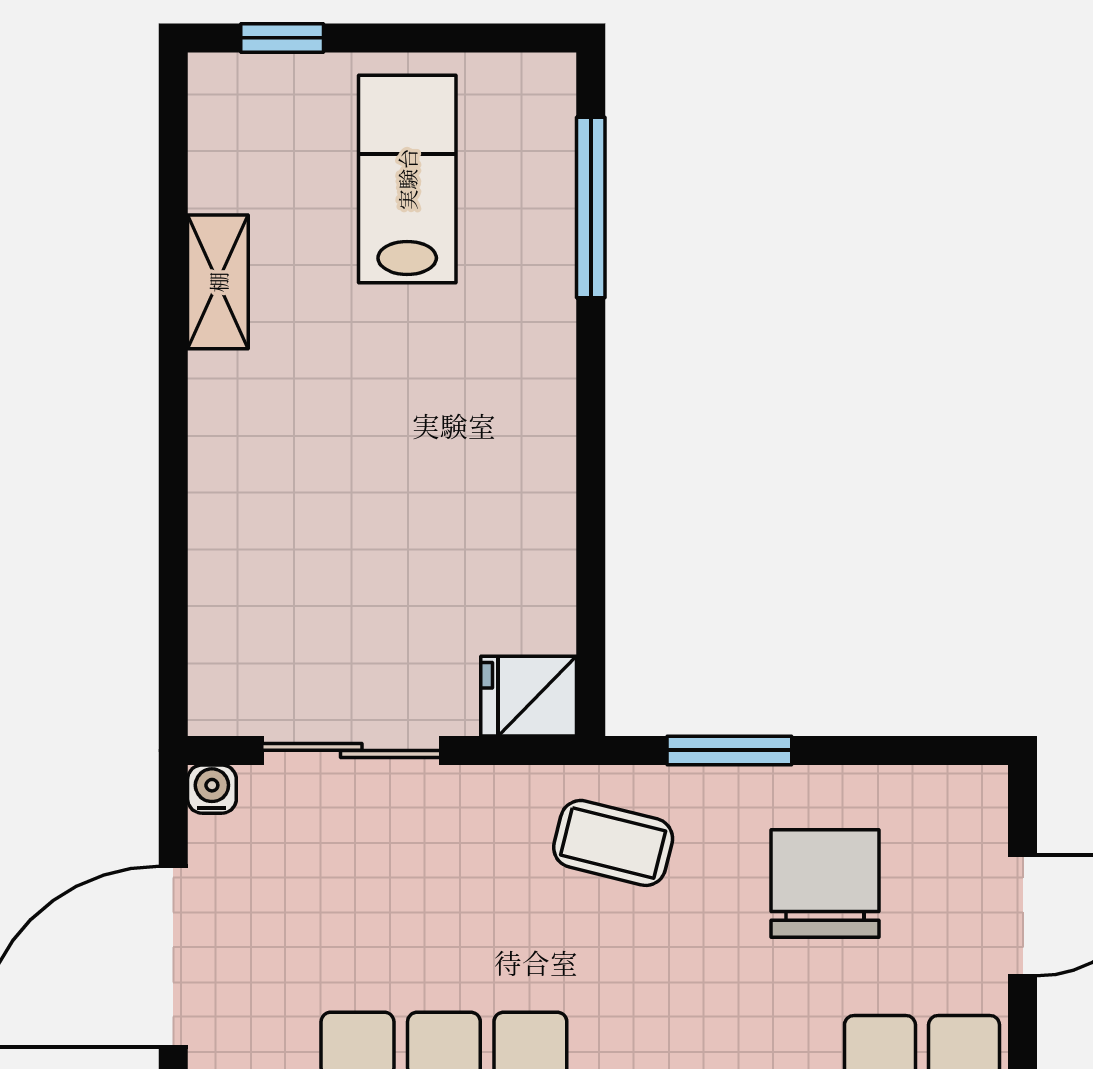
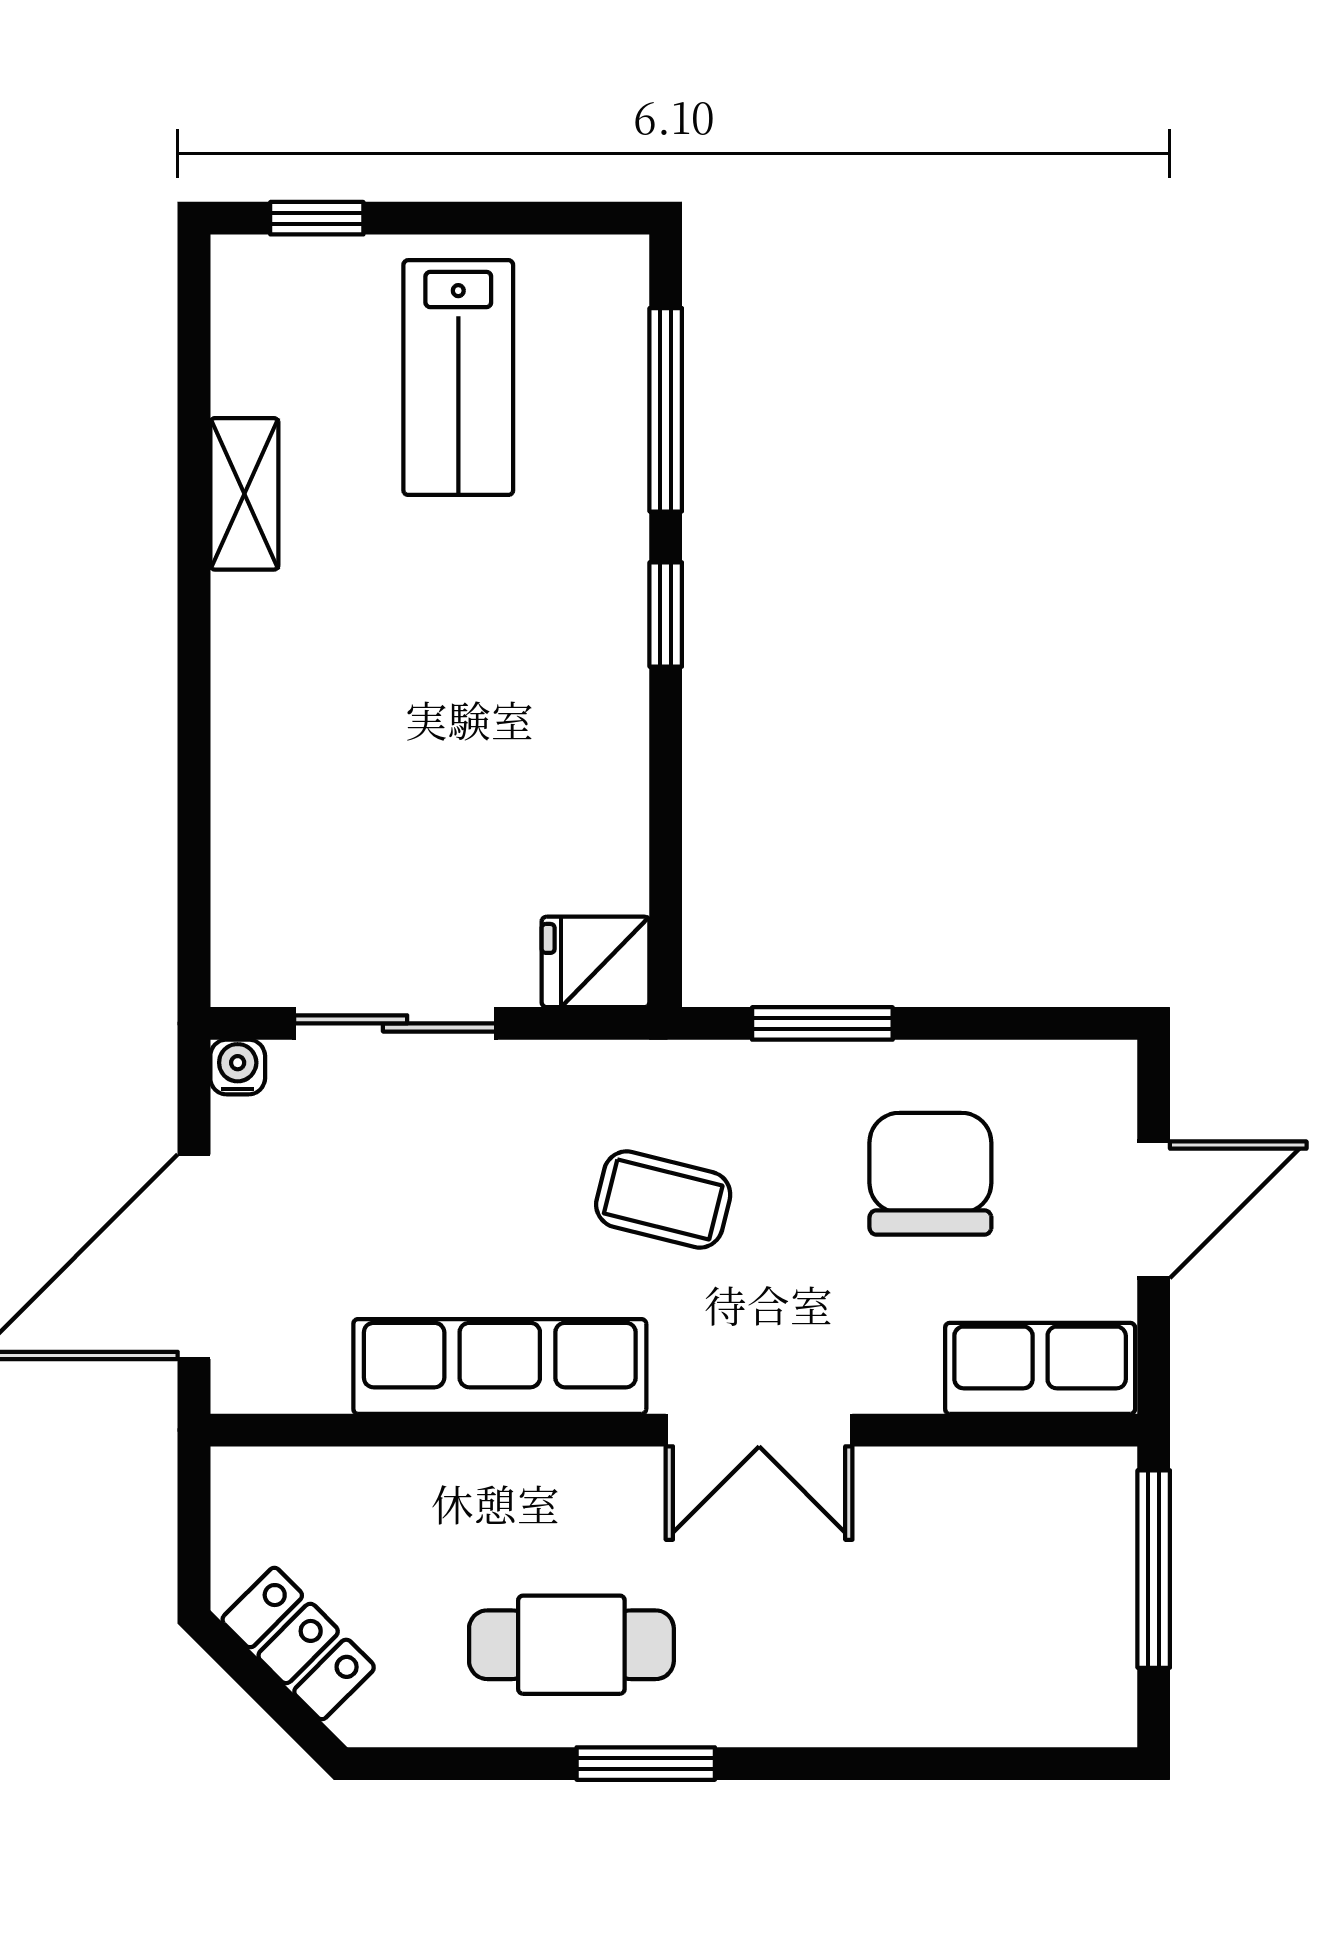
lab bench: (407, 179) -> (458, 378), turned 180
window: (591, 389) -> (666, 614), added
coffee table: (613, 843) -> (663, 1200), moved

